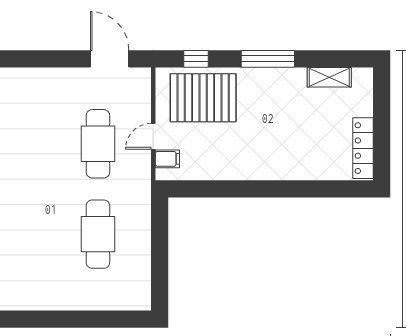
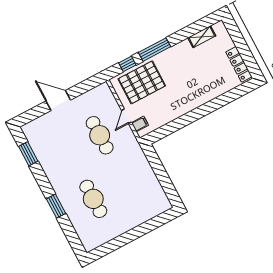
door: (110, 59) -> (58, 101), moved
window: (268, 59) -> (154, 50), moved
cafe table: (98, 234) -> (93, 199), moved

